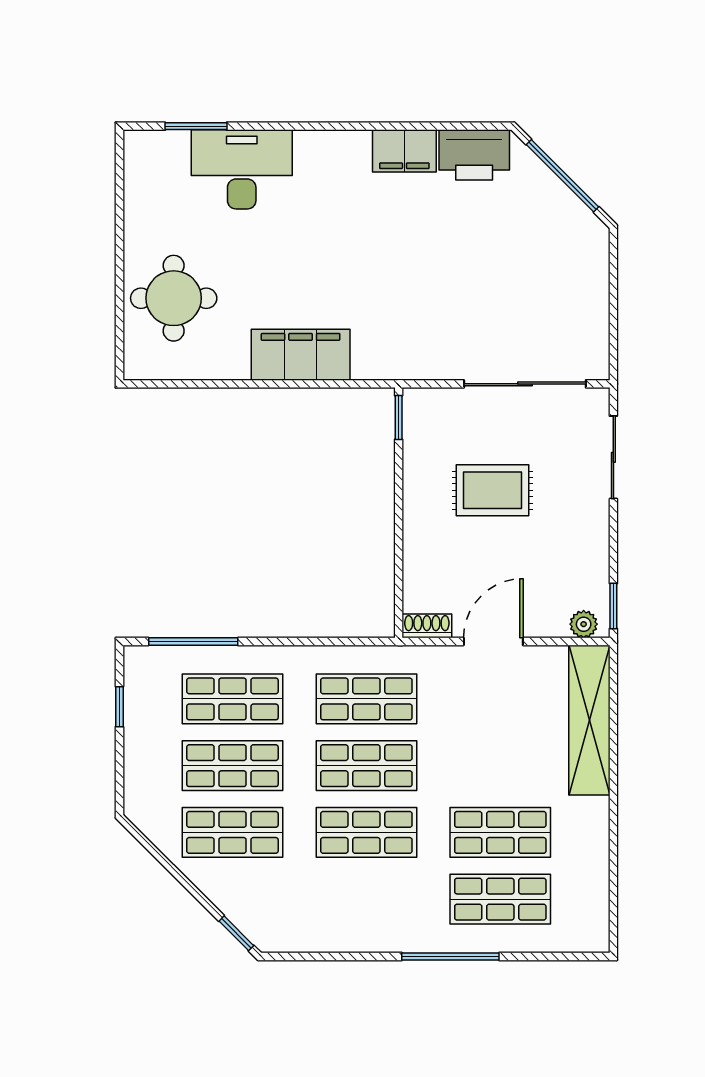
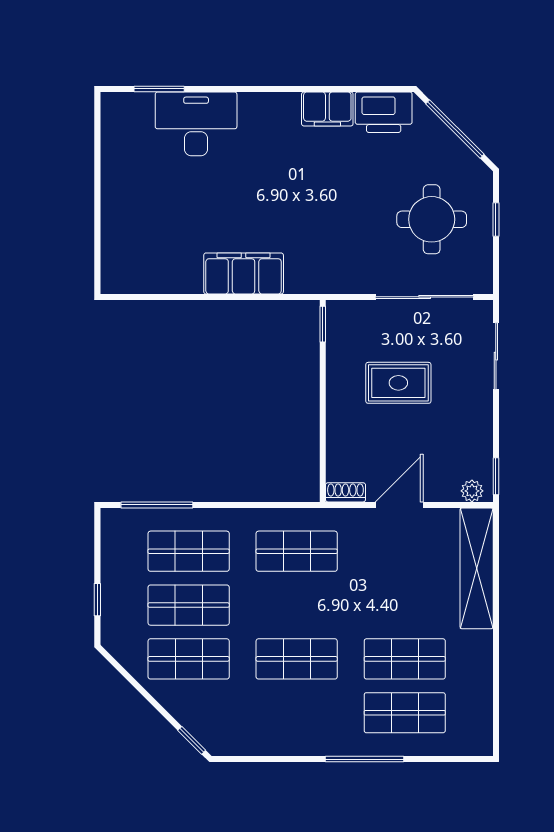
window: (613, 288) -> (496, 220), added
round table: (174, 298) -> (432, 219), moved
window: (119, 707) -> (97, 600), moved
shop shelf: (366, 766) -> (297, 605), removed

